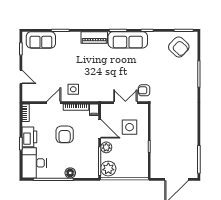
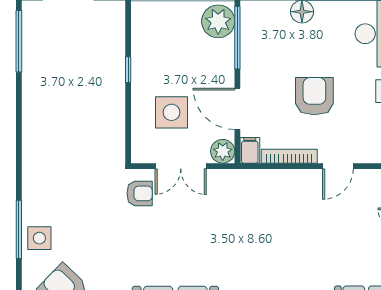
side table: (73, 89) -> (39, 238), moved
plant: (106, 147) -> (223, 151), moved

